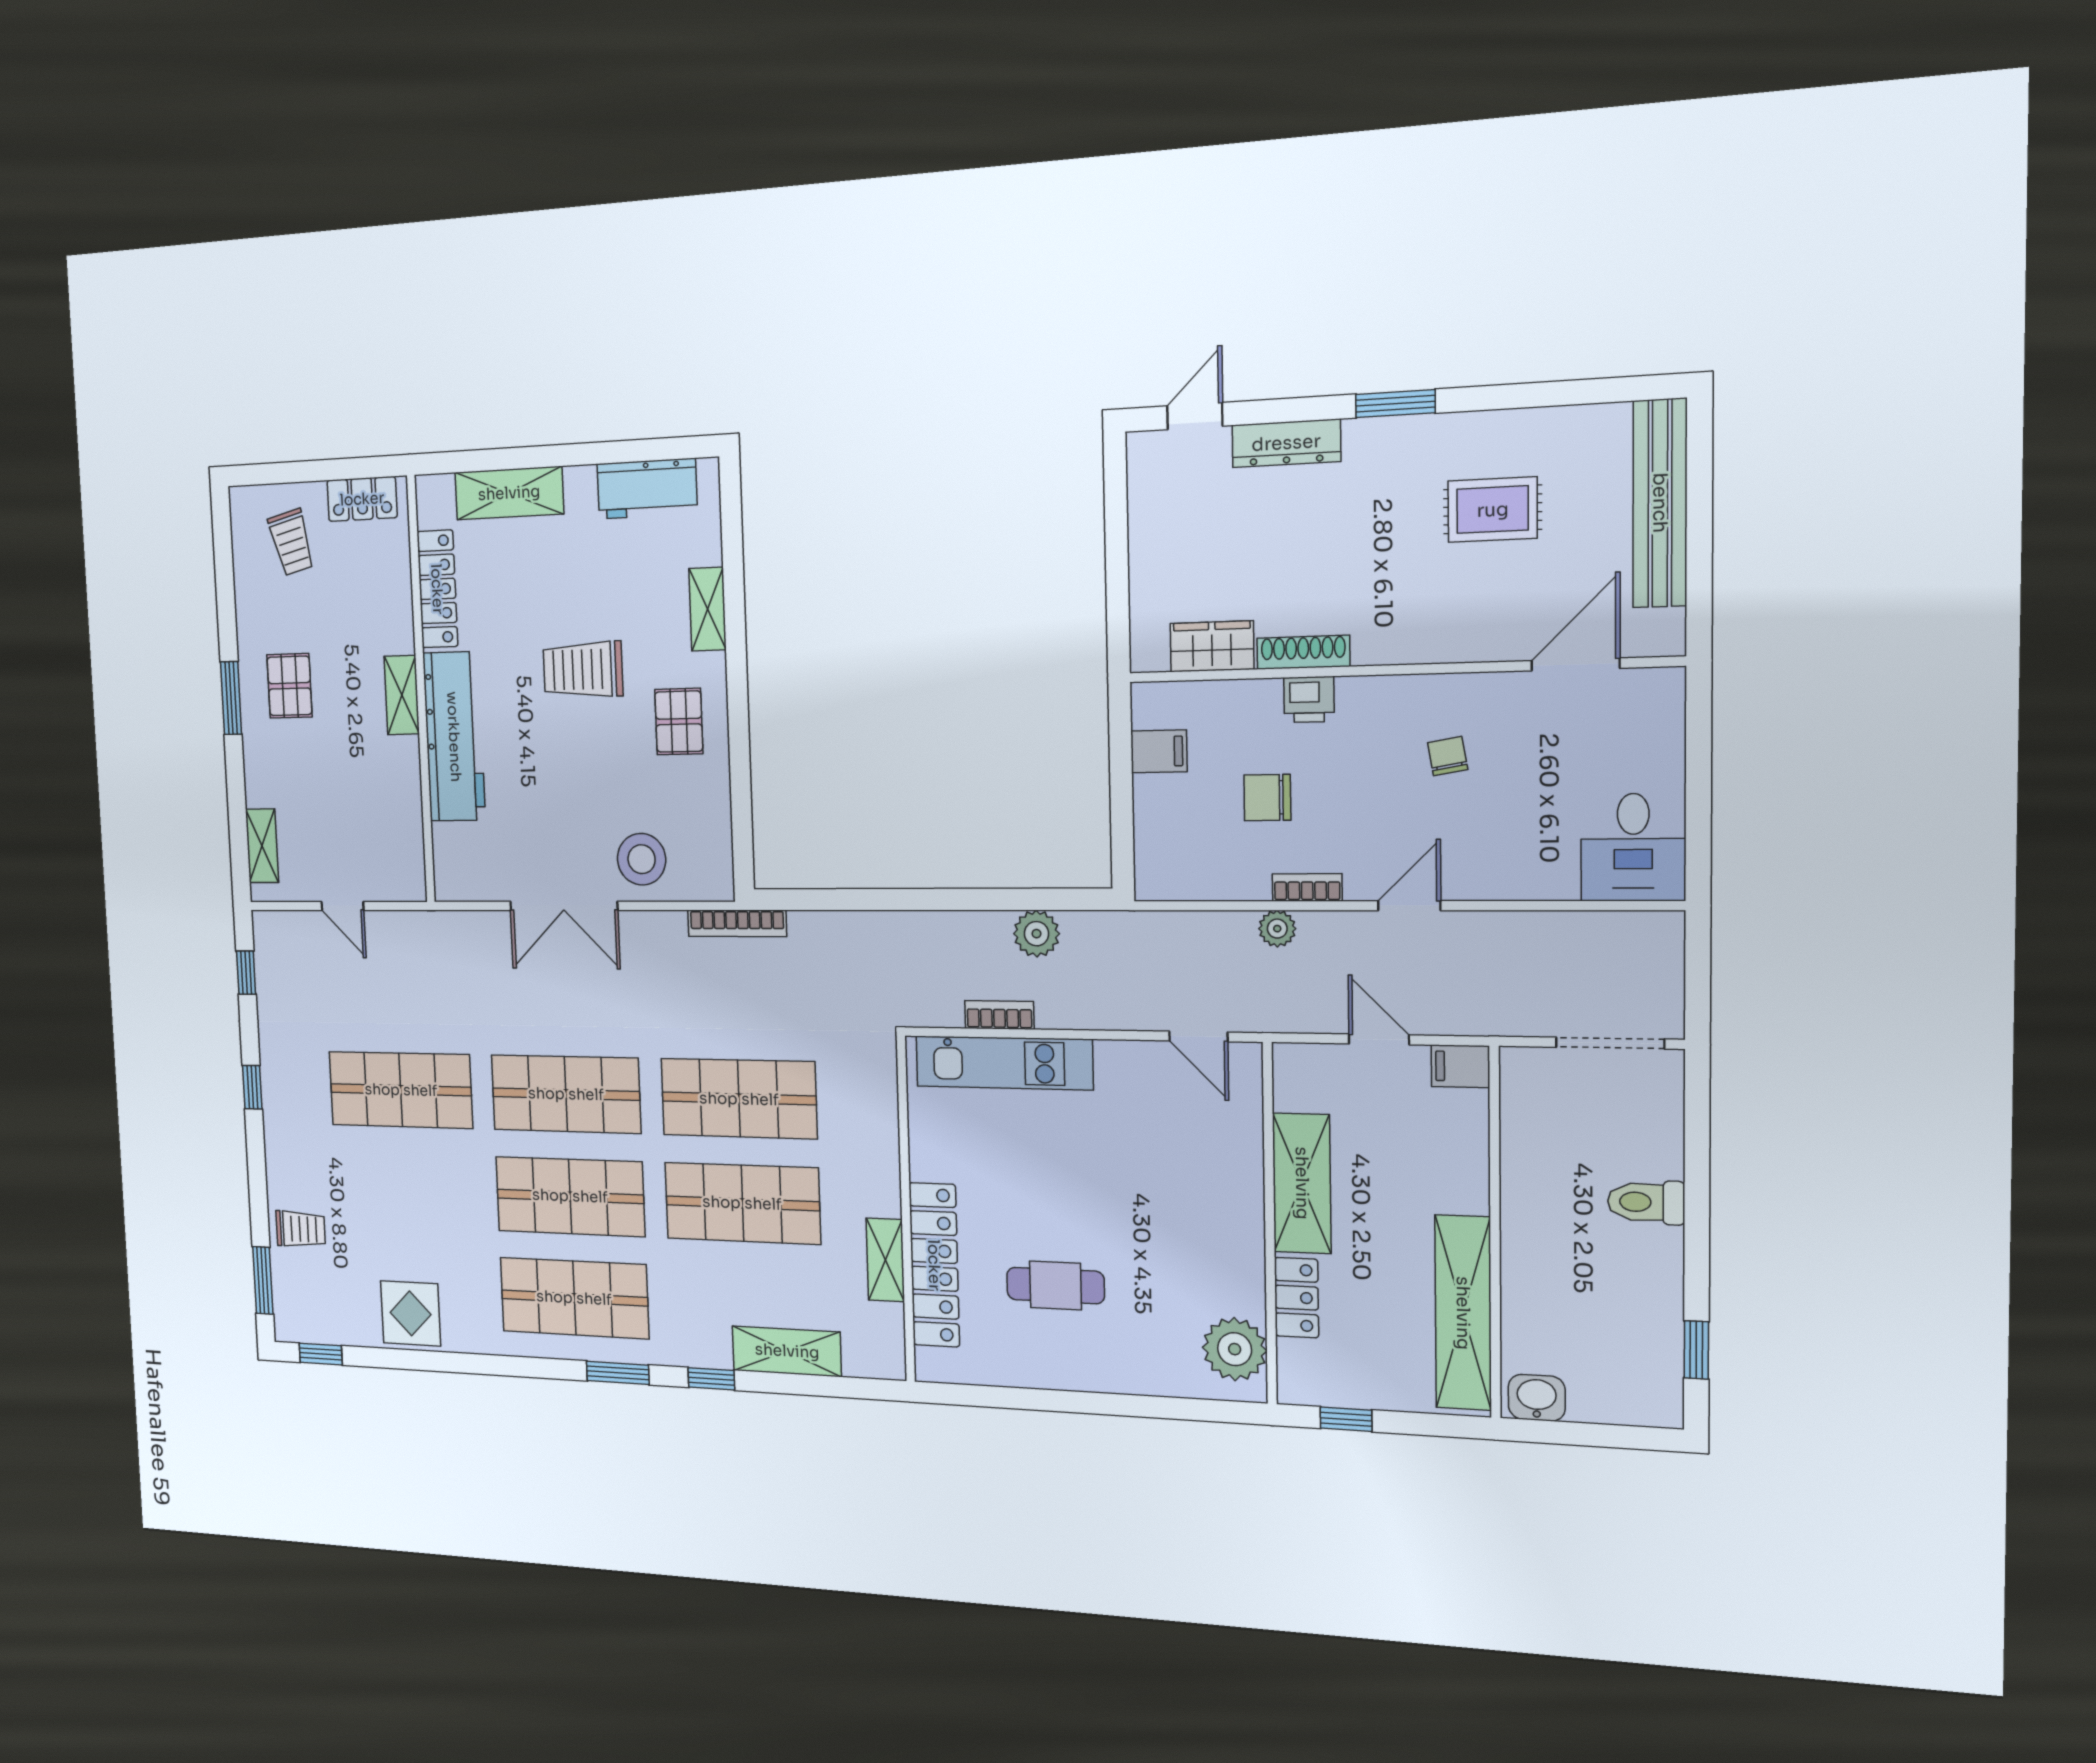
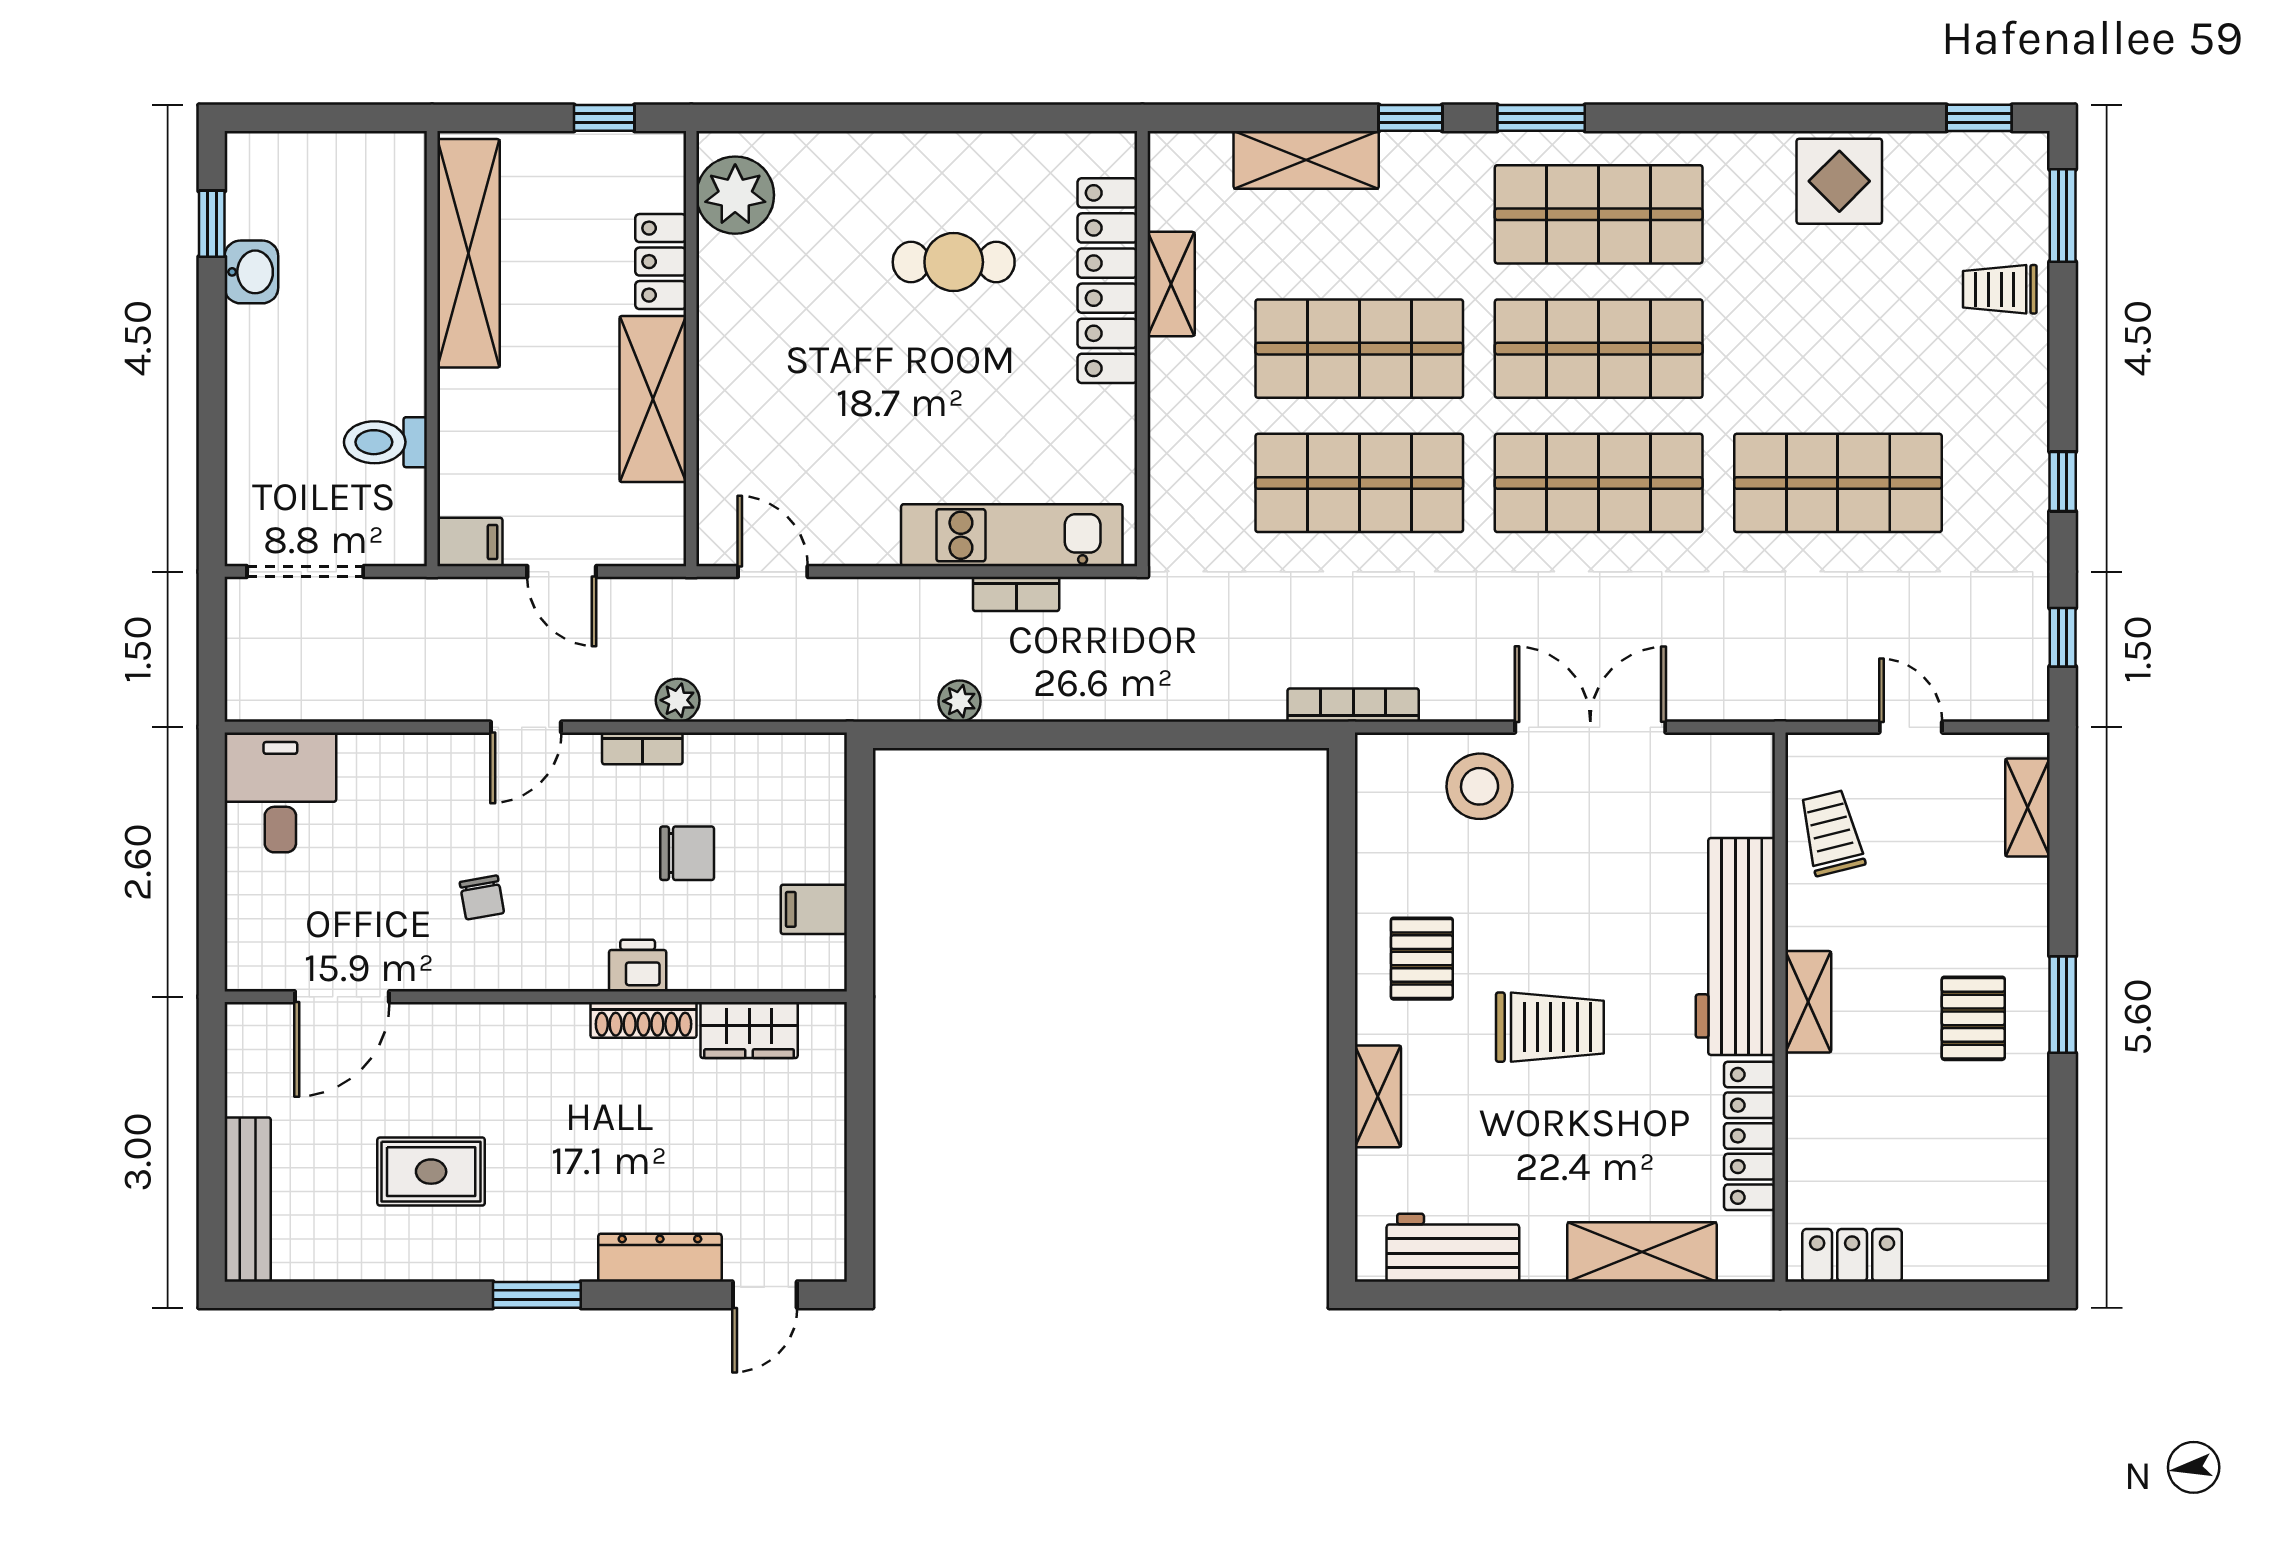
bench: (1660, 503) -> (248, 1200), width x0.73, depth x0.82
trolley: (291, 542) -> (1832, 833), moved
plant: (1036, 934) -> (960, 701), width x0.73, depth x0.73
toilet: (1646, 1202) -> (385, 442), moved, turned 180
washbasin: (1537, 1398) -> (251, 272), moved, turned -90

